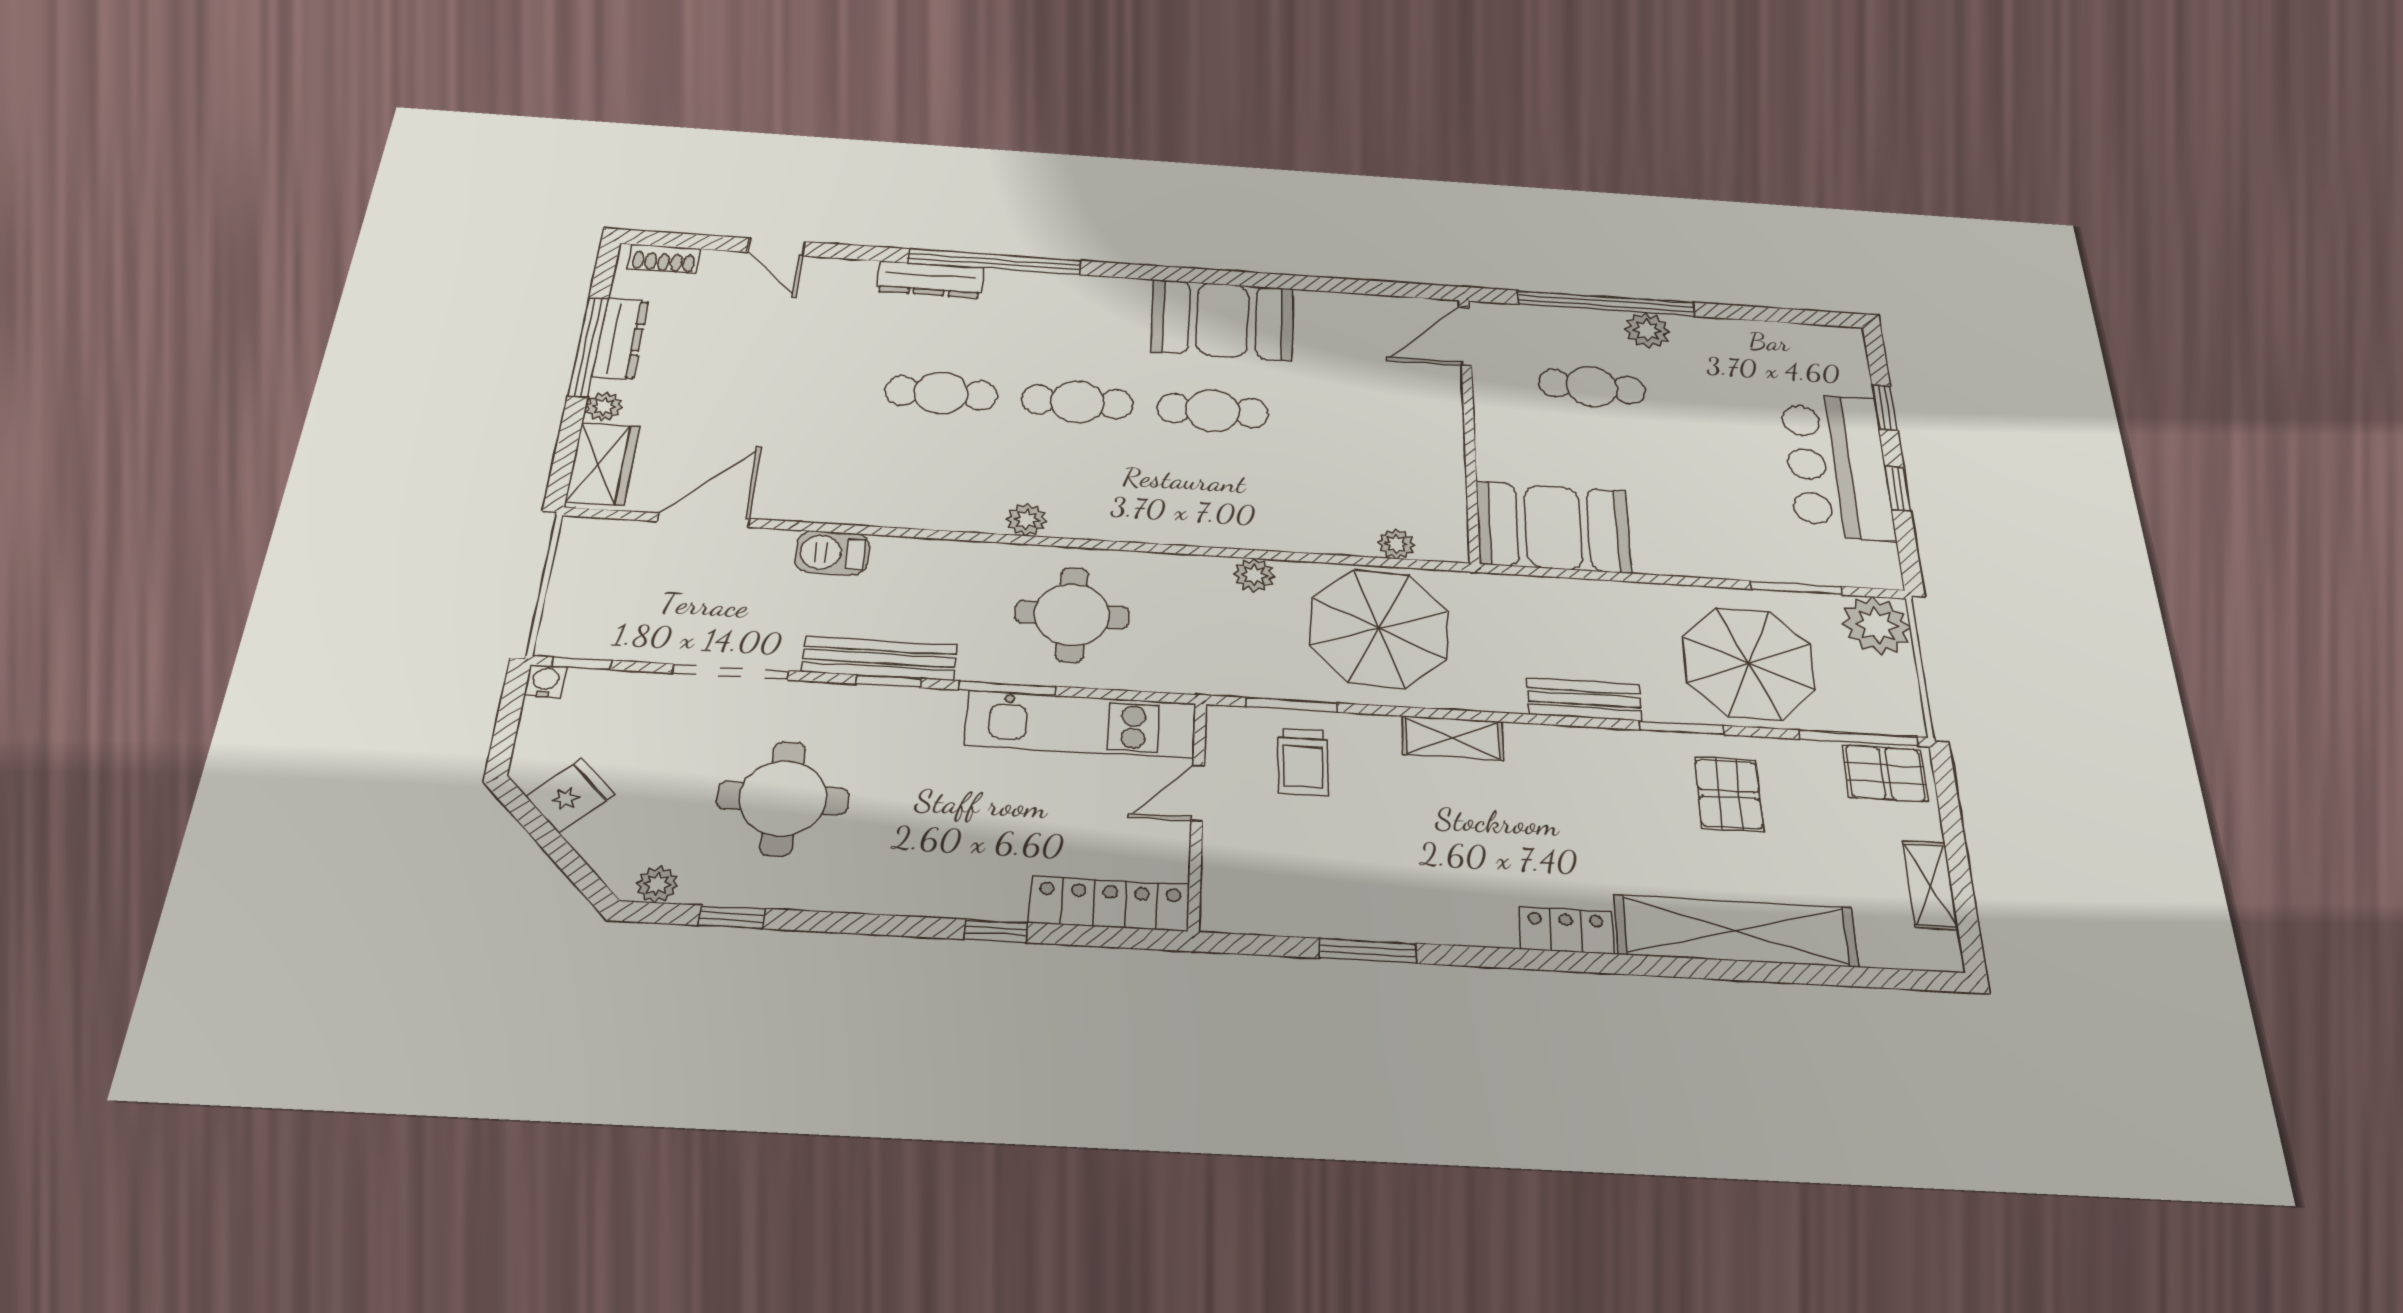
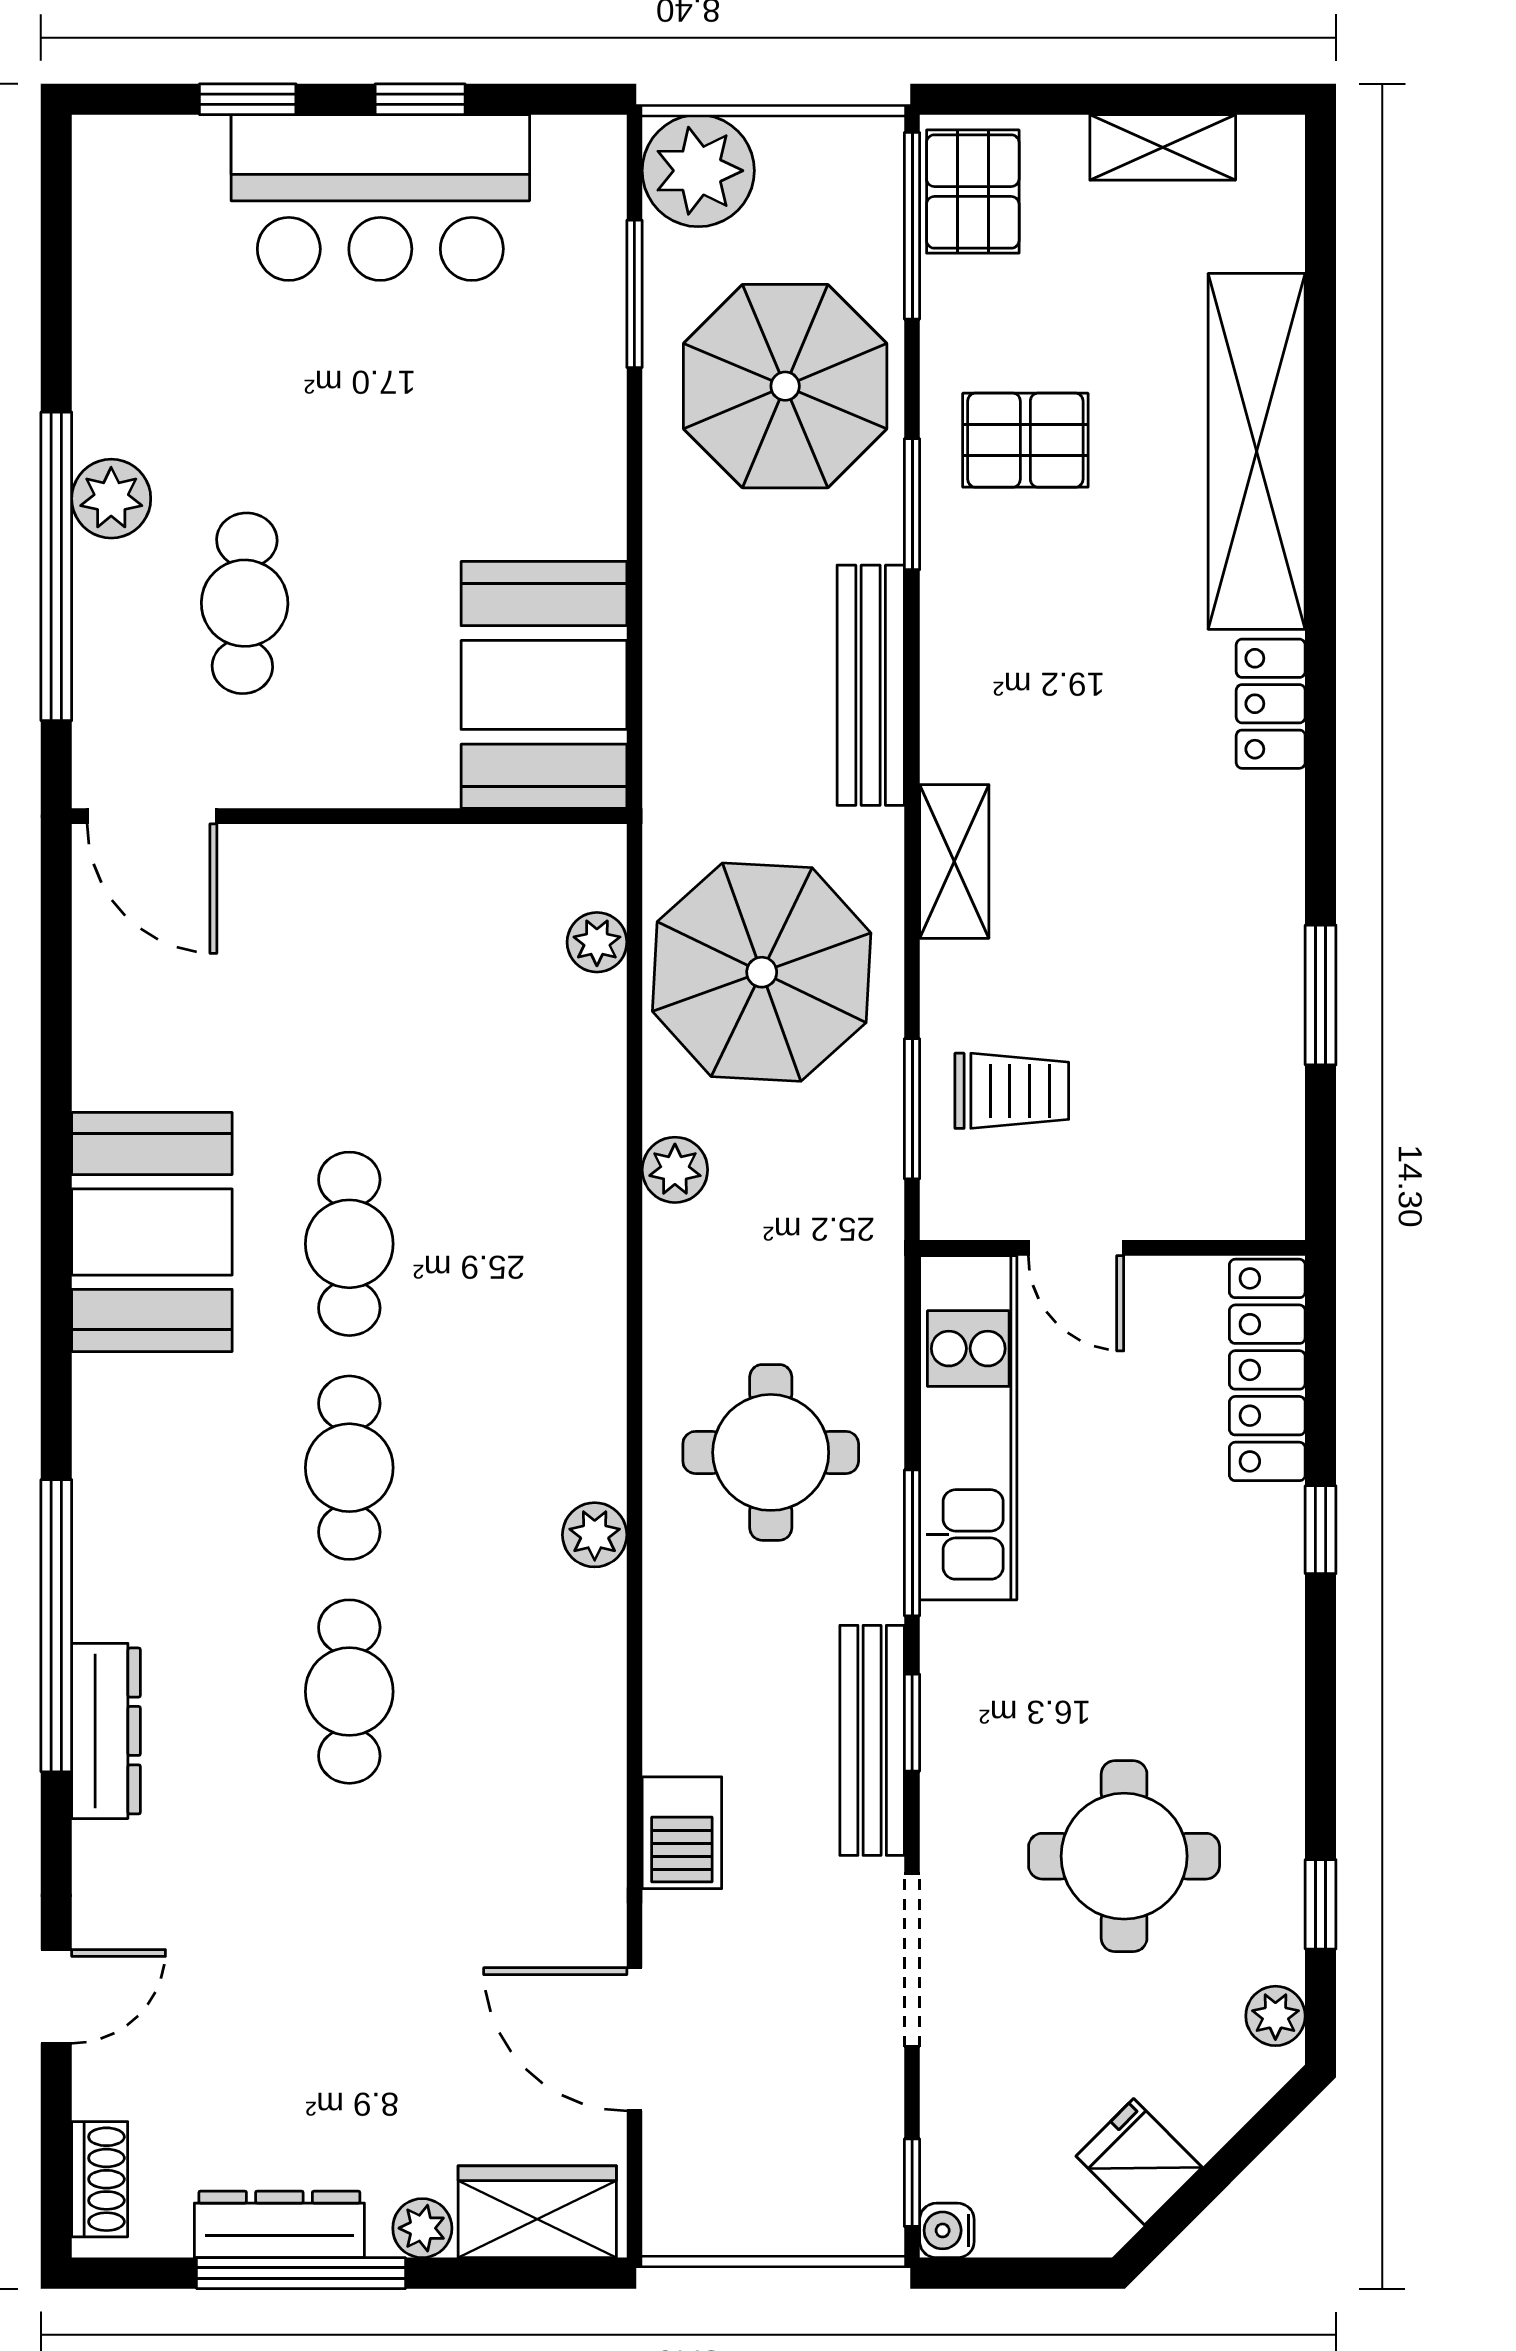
bench: (1584, 699) -> (871, 685), width x1.36

